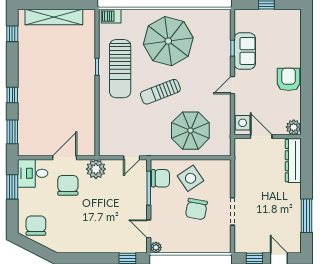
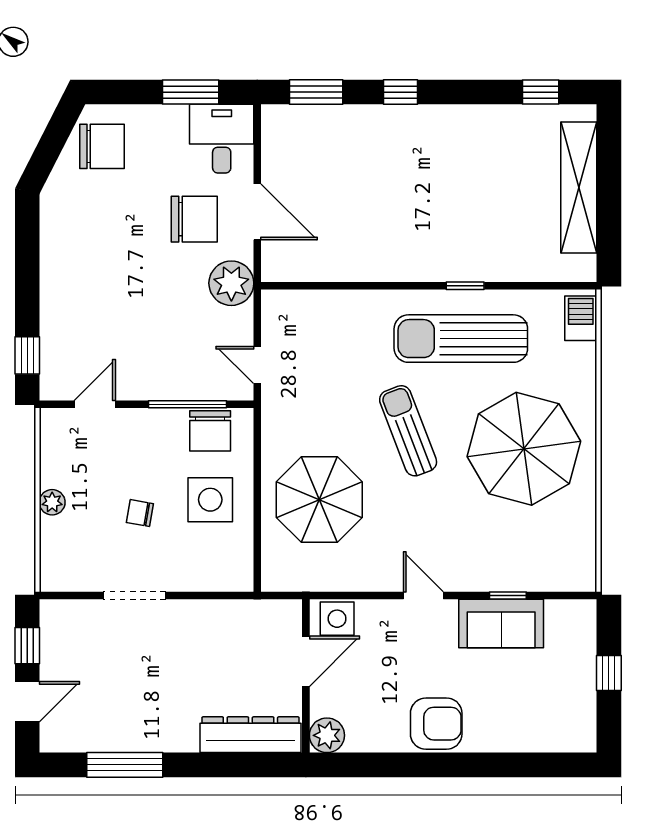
side table: (191, 178) -> (210, 500), turned 34
chair: (196, 209) -> (140, 513), width x0.54, depth x0.54
plant: (156, 247) -> (52, 502), moved

